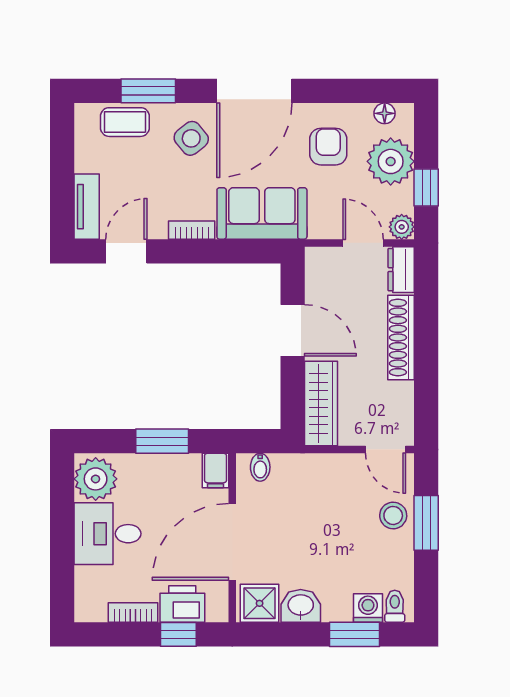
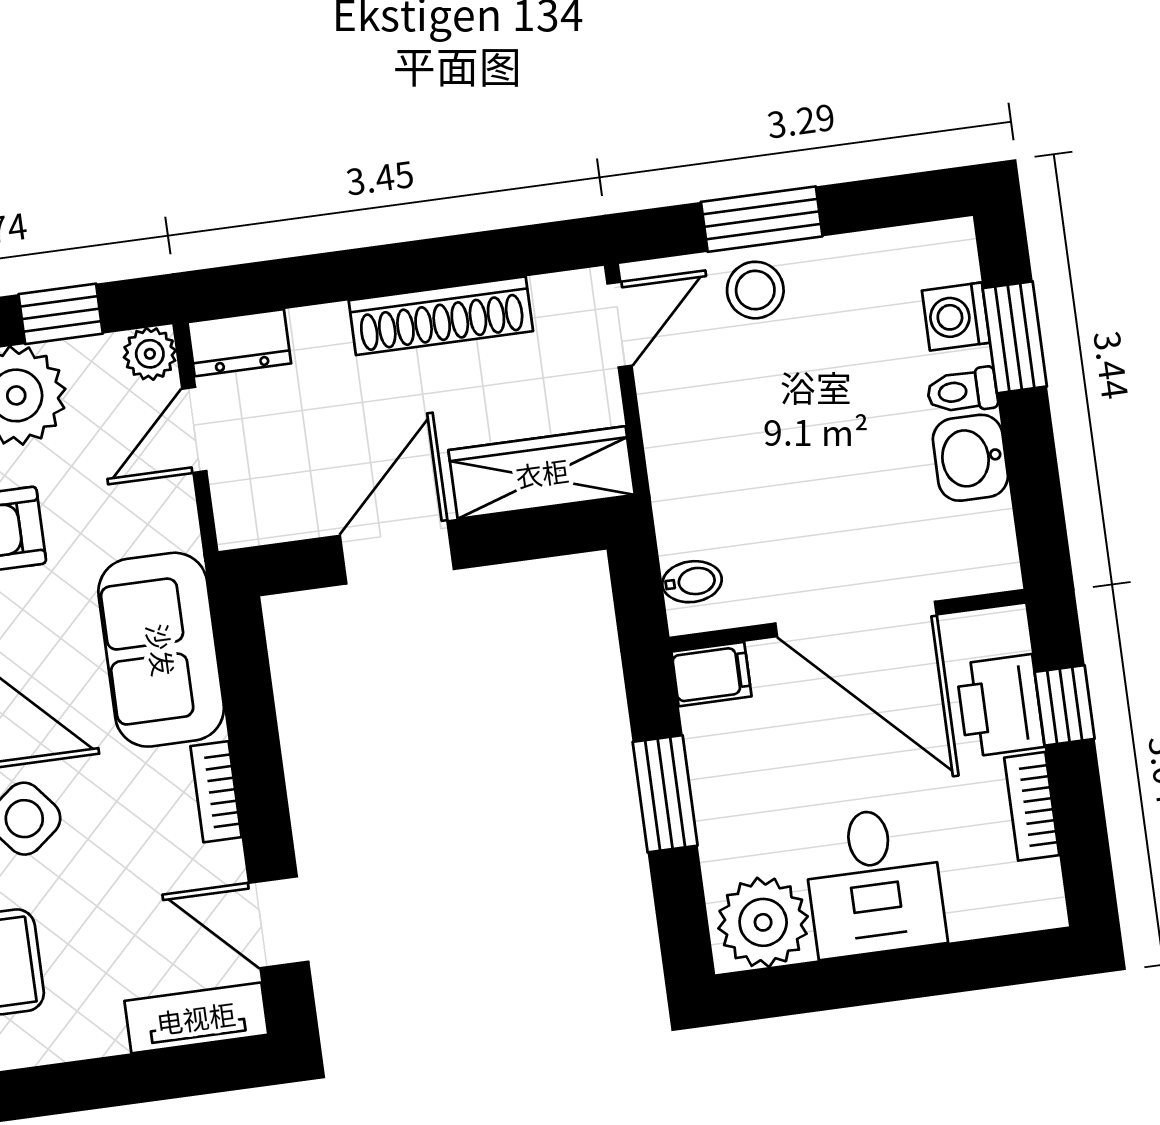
shoe rack: (401, 337) -> (441, 316), moved
shower: (260, 603) -> (977, 545), removed
toilet: (395, 606) -> (962, 391), moved

